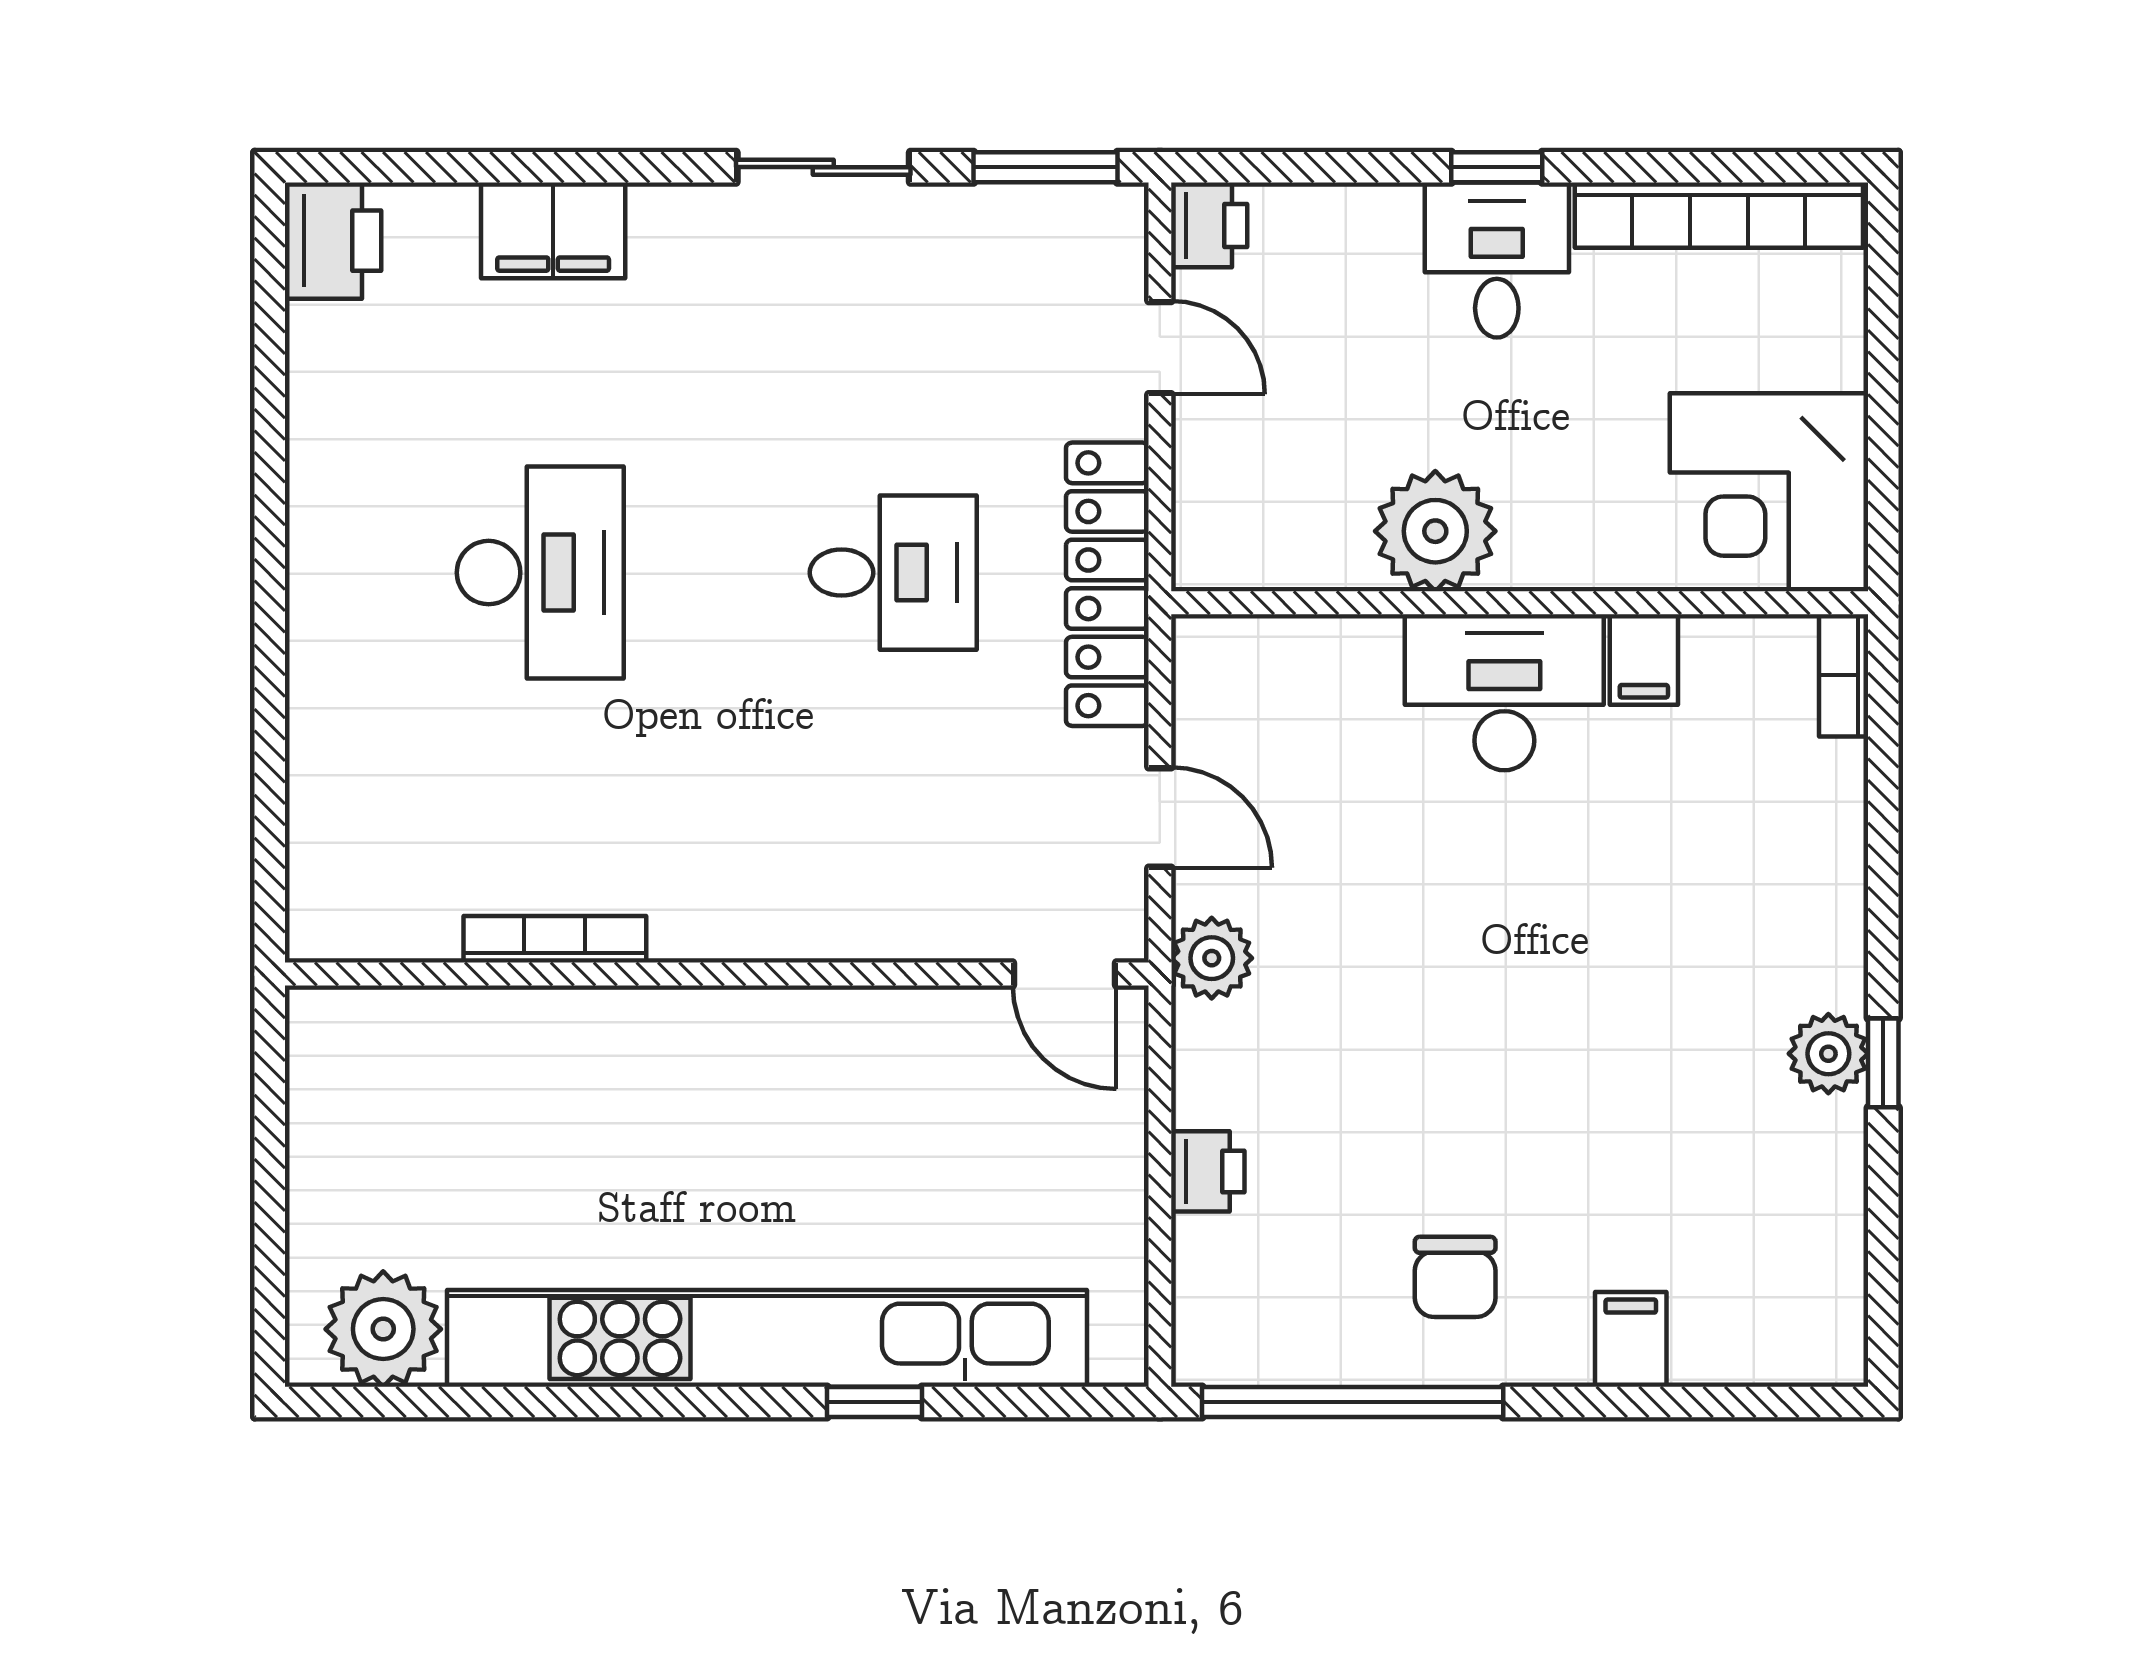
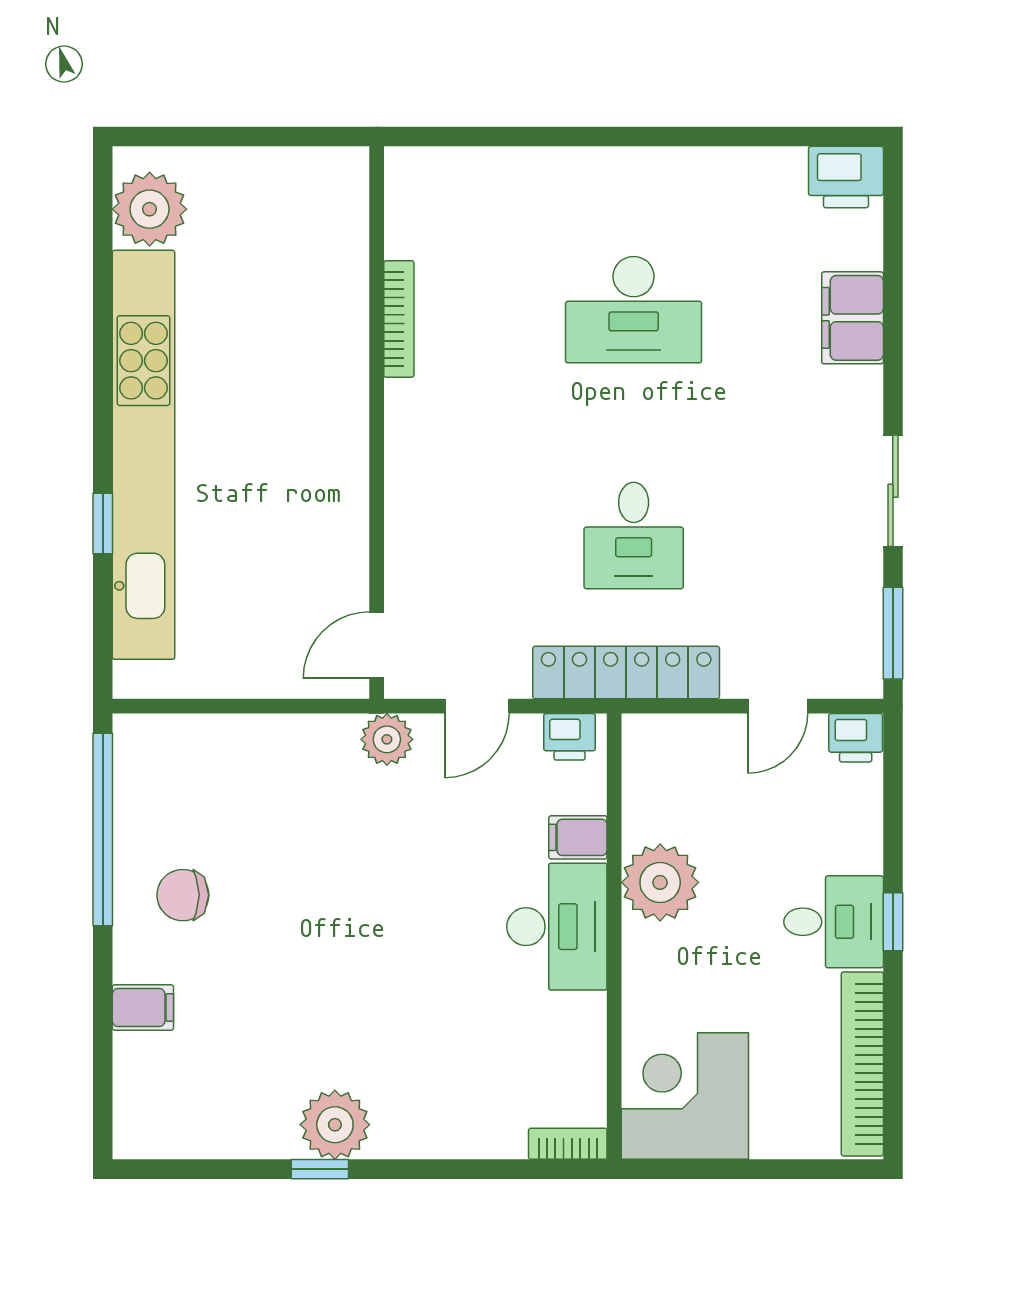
filing cabinet: (1644, 660) -> (578, 837), moved
plant: (1828, 1054) -> (335, 1125), width x1.36, depth x1.36
printer: (1208, 1171) -> (570, 737), moved

